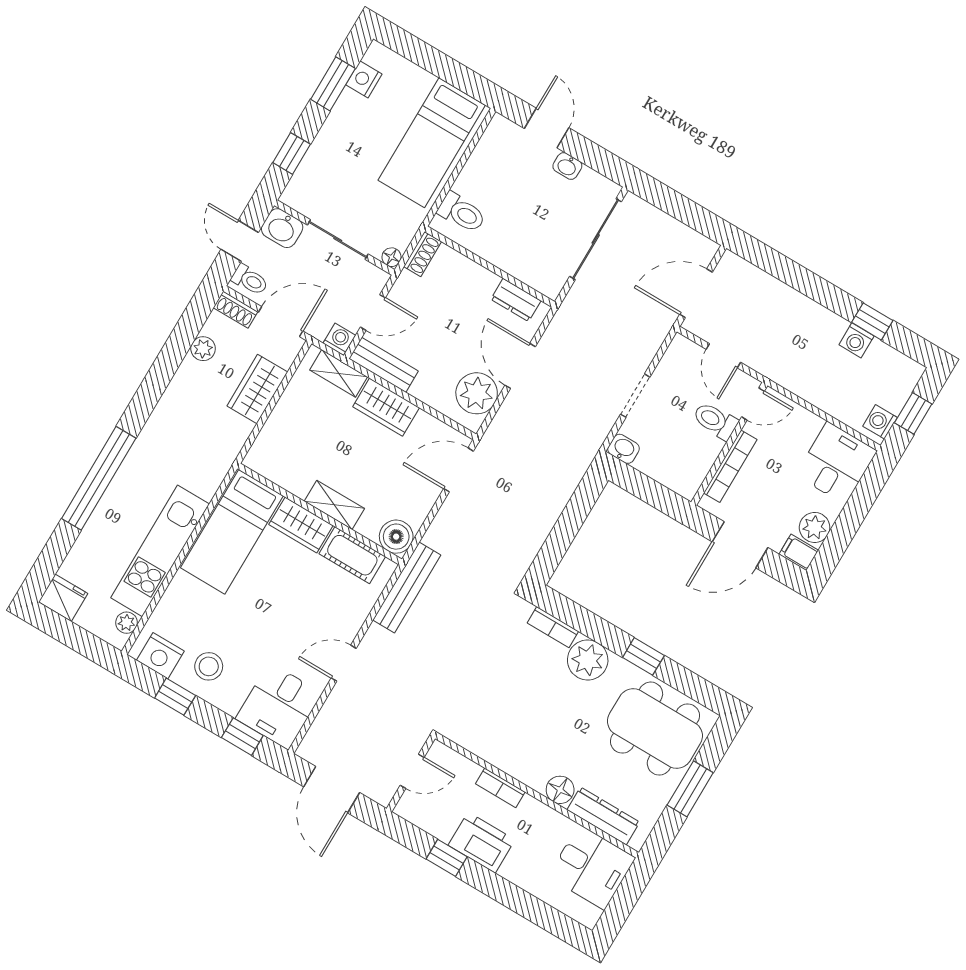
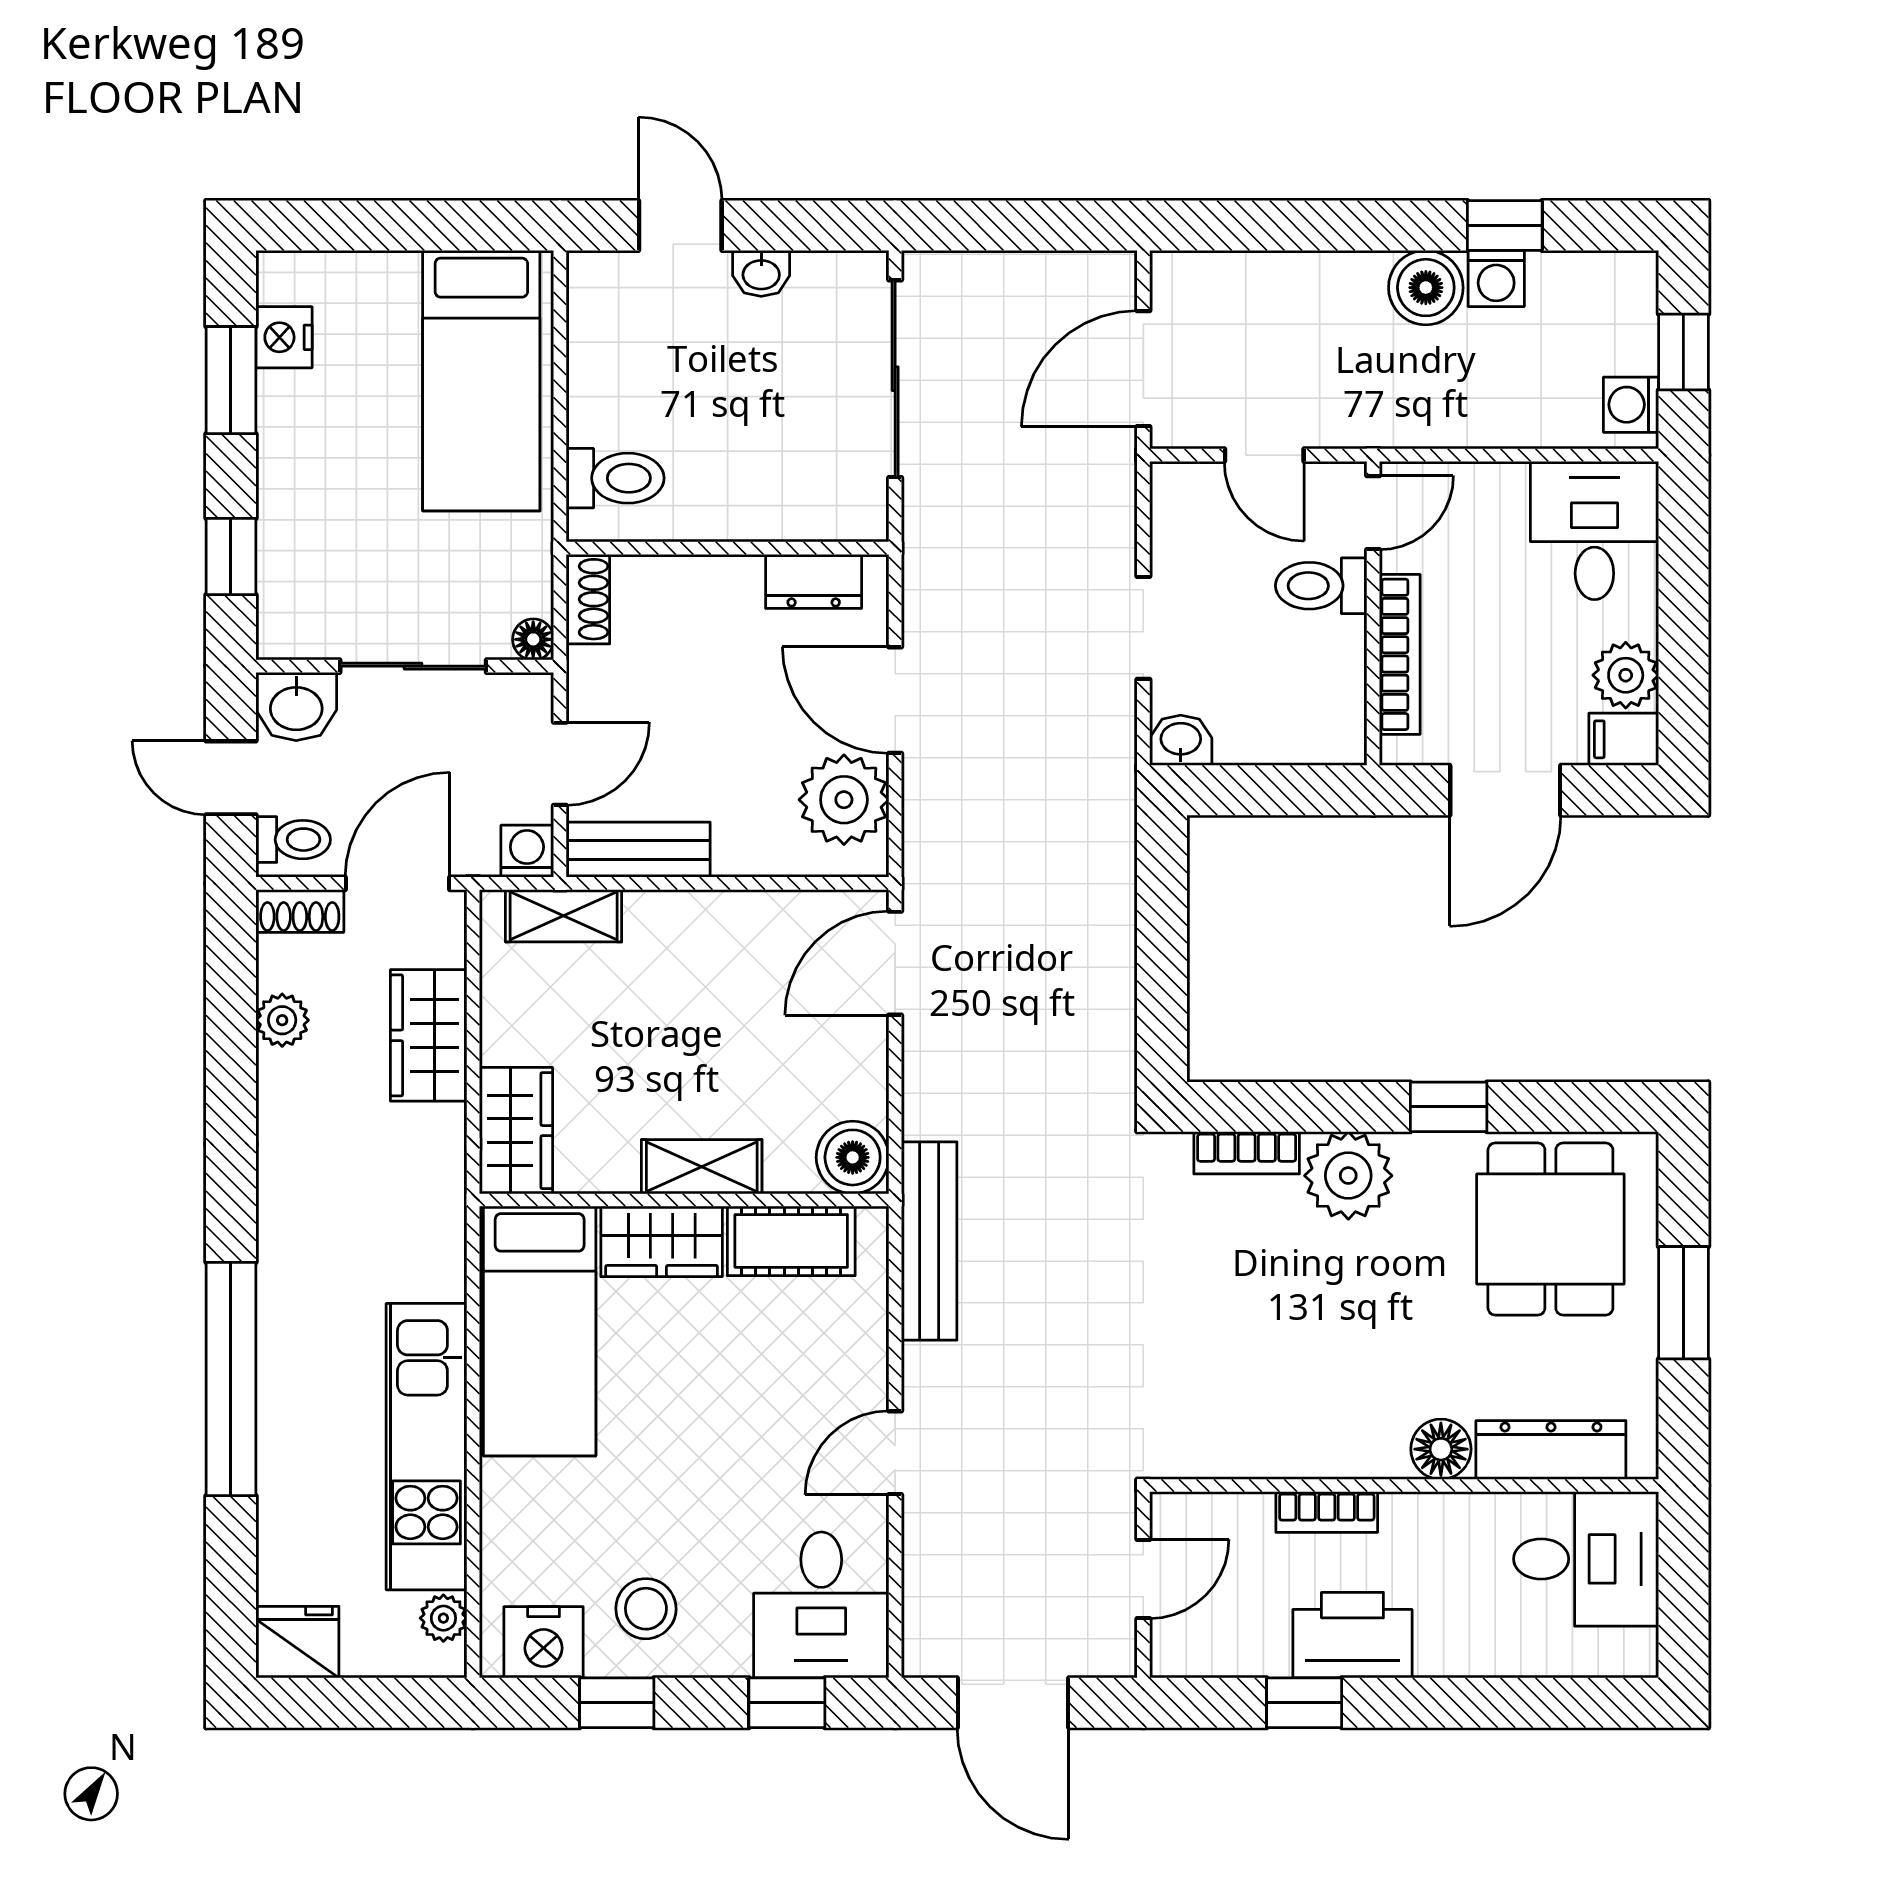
boiler: (827, 327) -> (1426, 288), added
wardrobe: (386, 407) -> (516, 1131), moved, turned -90
dining table: (655, 729) -> (1550, 1229), width x0.73

